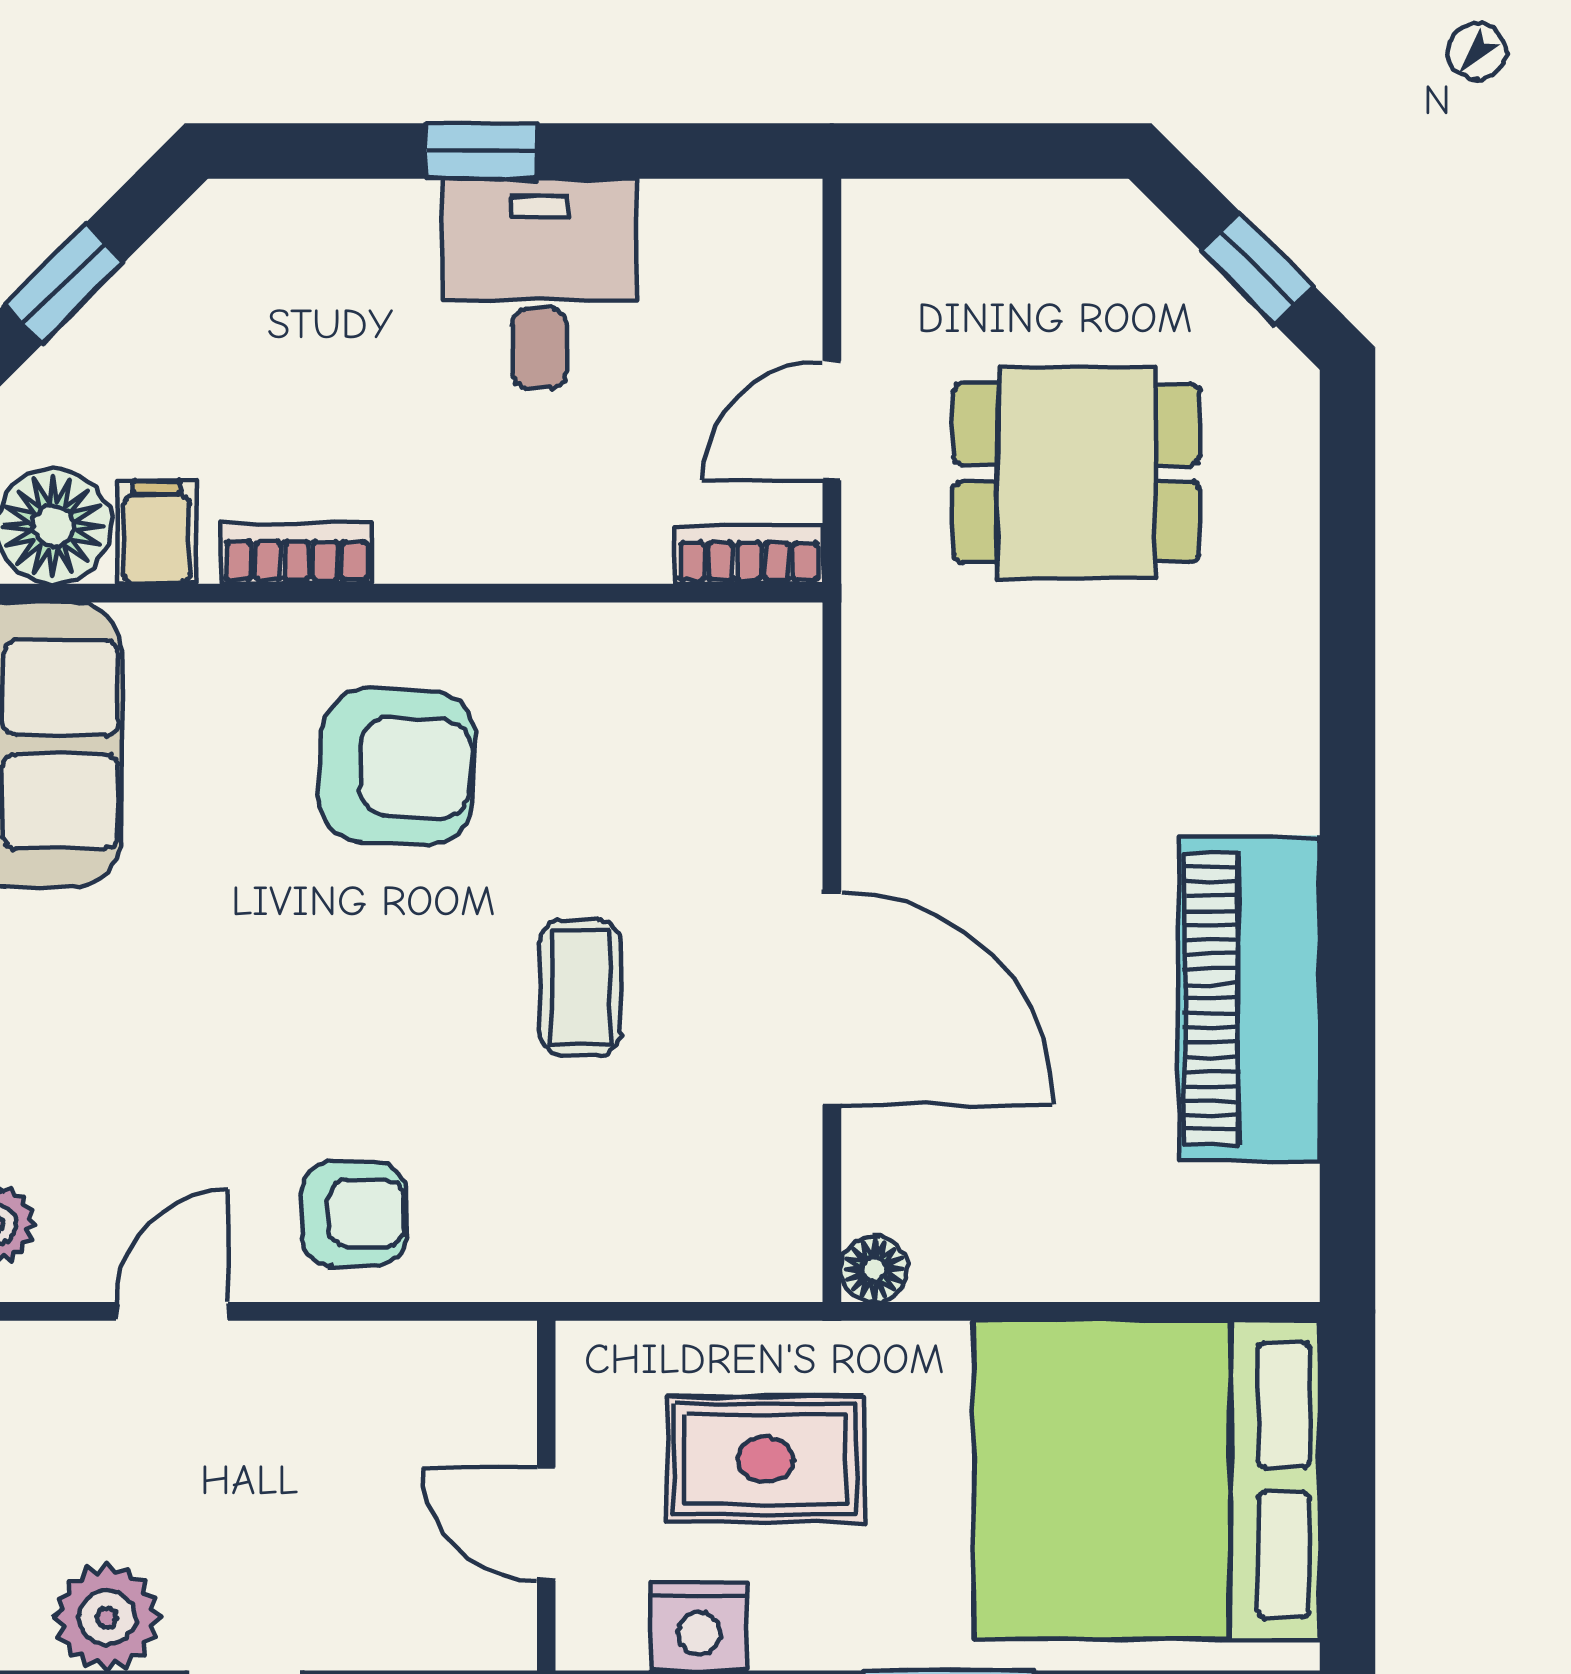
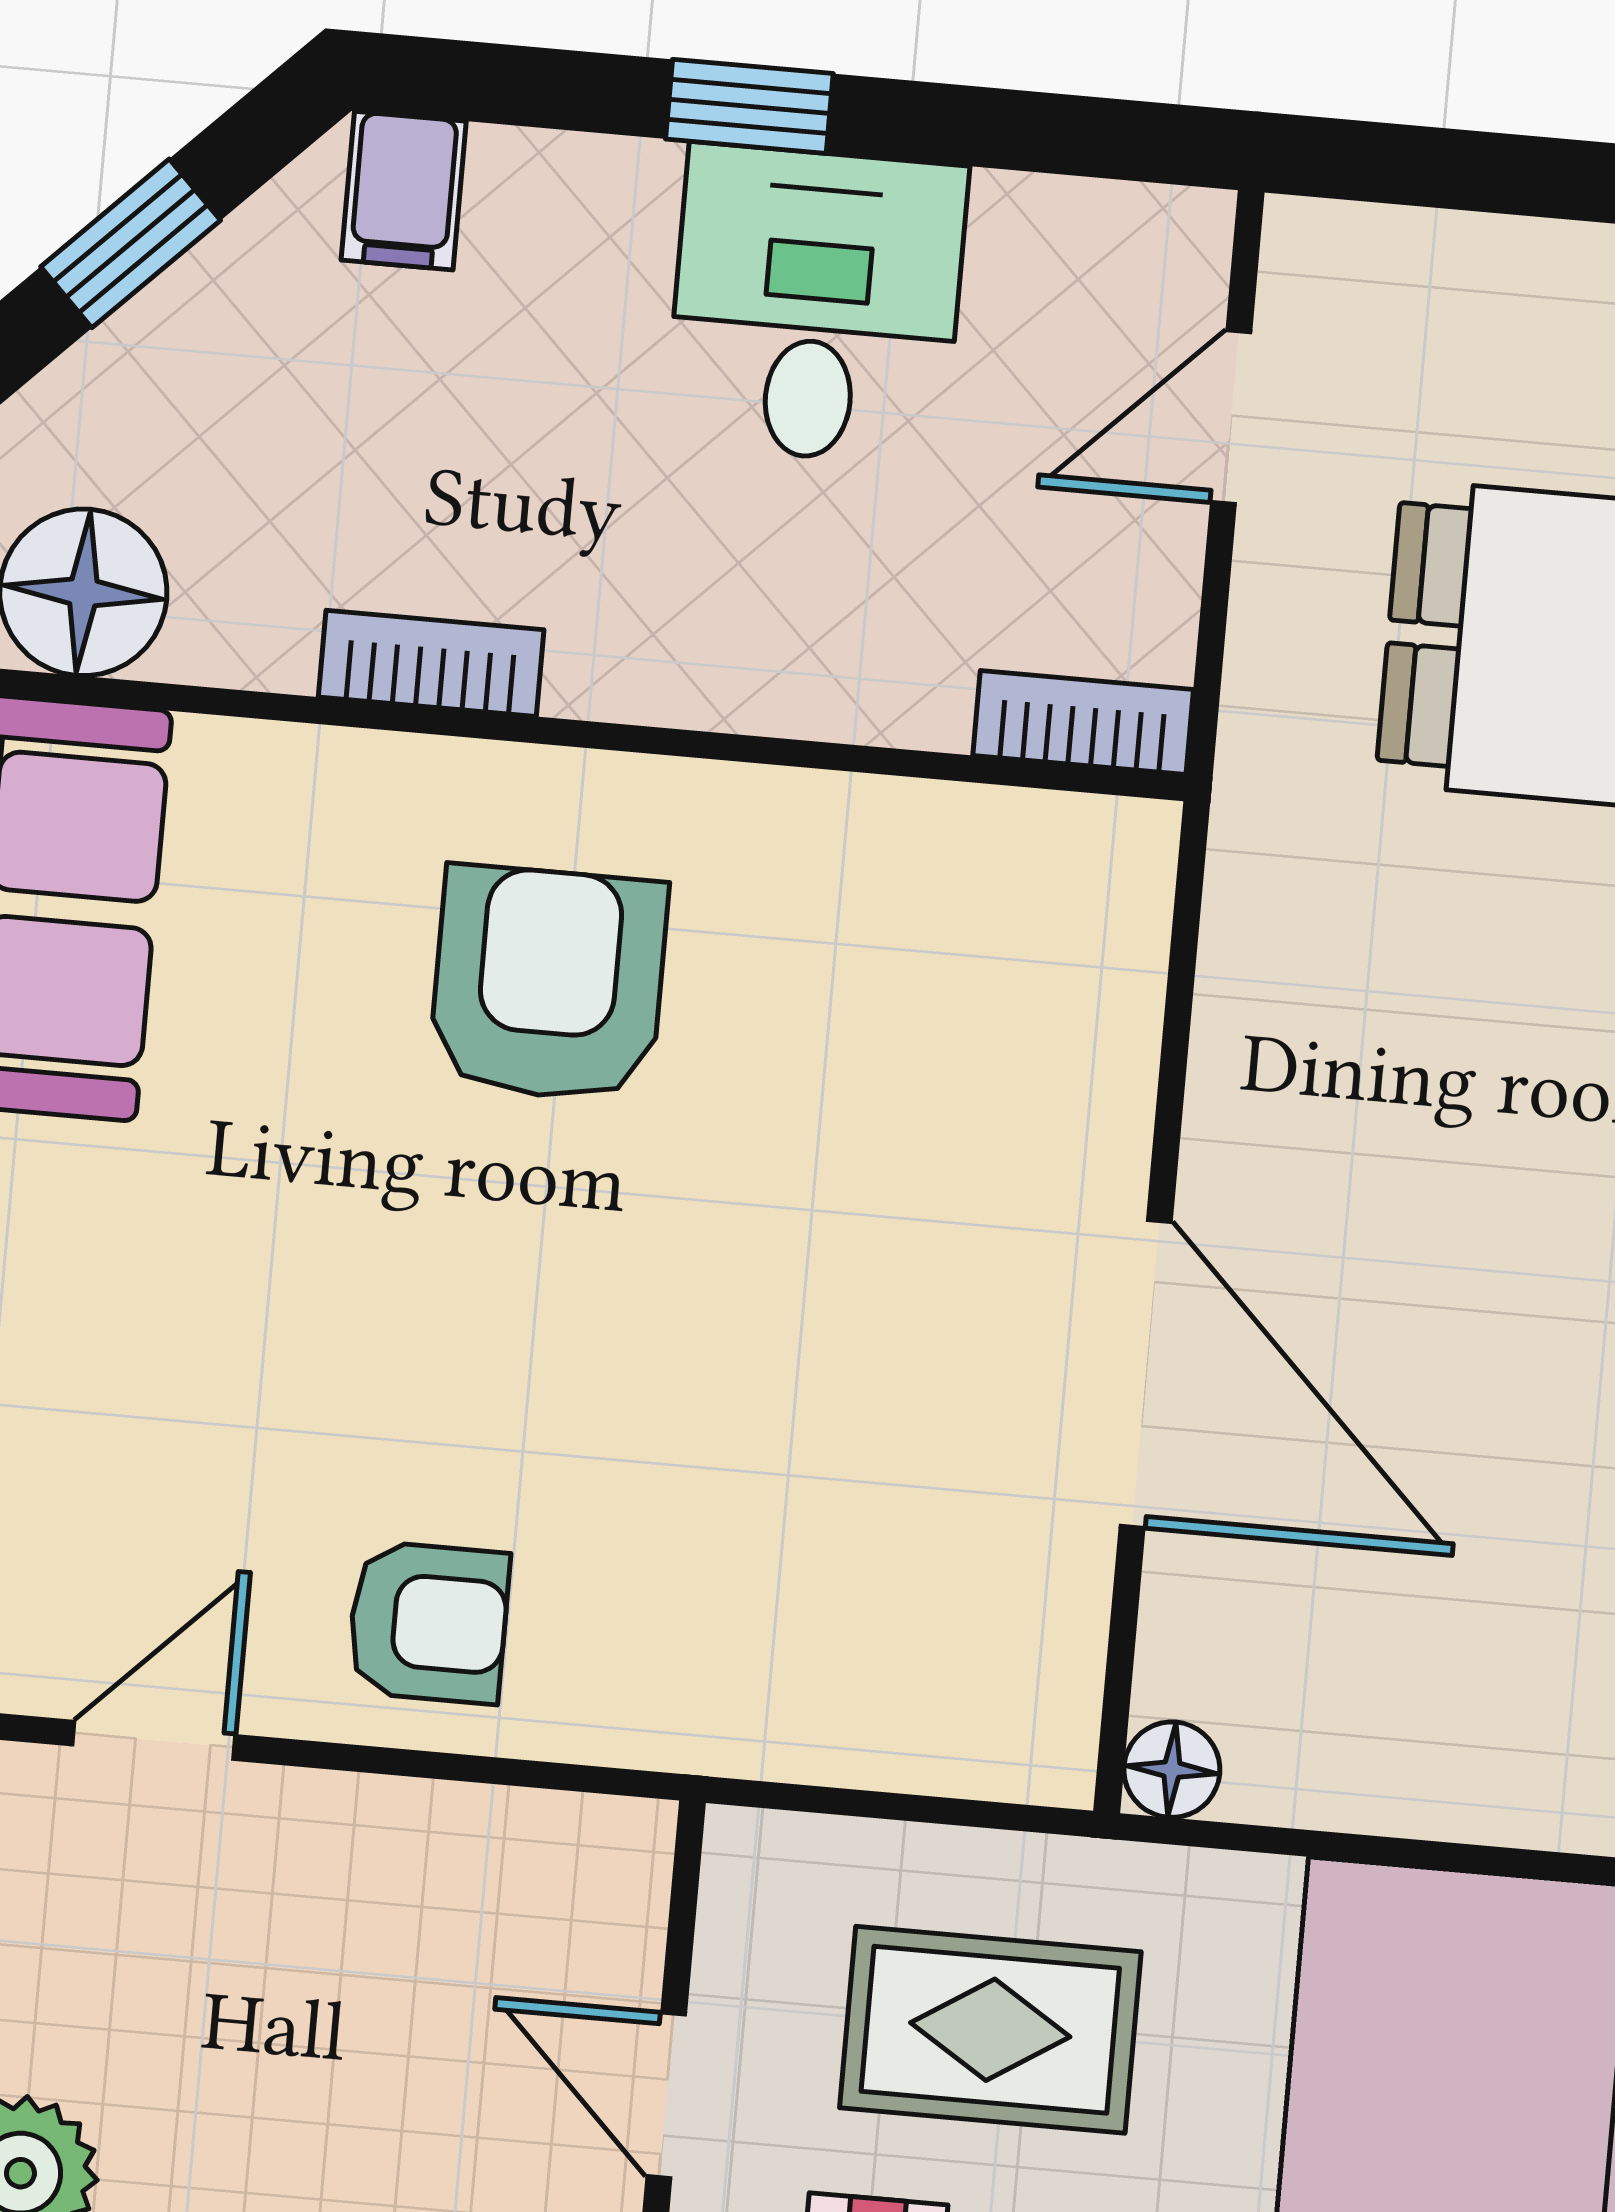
door: (832, 421) -> (1231, 417), moved
filing cabinet: (157, 532) -> (404, 191), moved, turned 180
armchair: (397, 767) -> (548, 984), turned -93
coffee table: (581, 987) -> (785, 1326), removed

